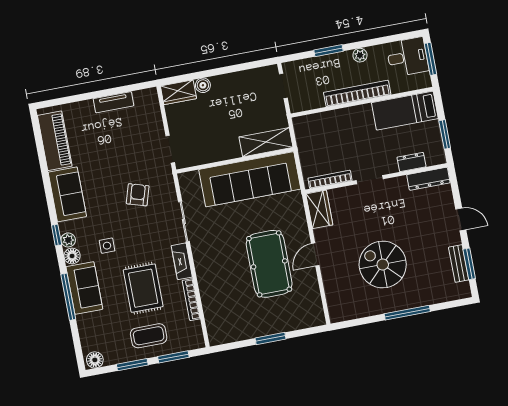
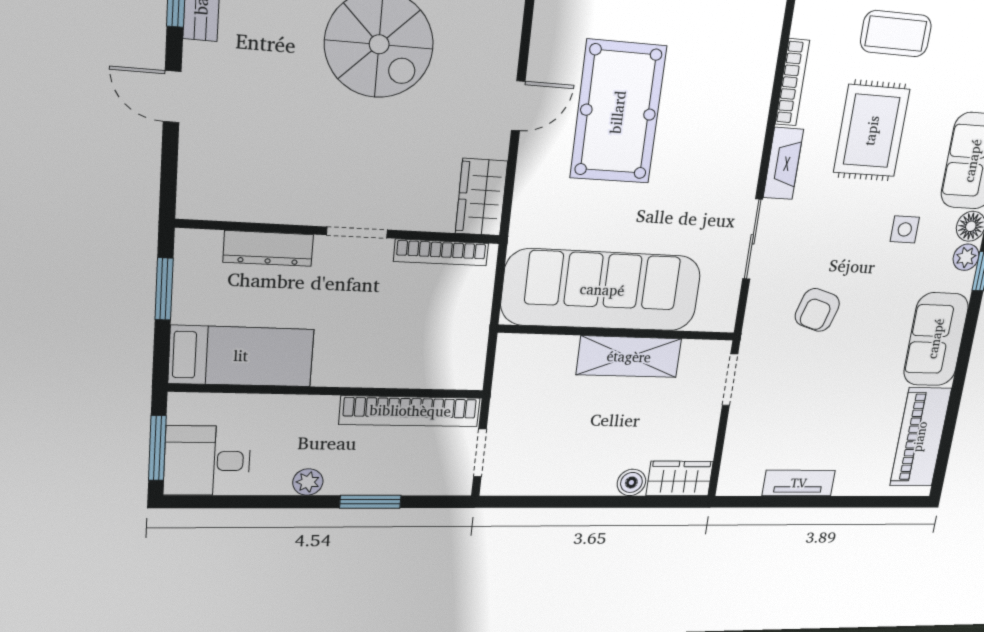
bookcase: (357, 93) -> (410, 411), moved
shelving: (266, 142) -> (629, 357), moved
dresser: (411, 162) -> (268, 248), width x1.44
dresser: (428, 179) -> (226, 204), removed

